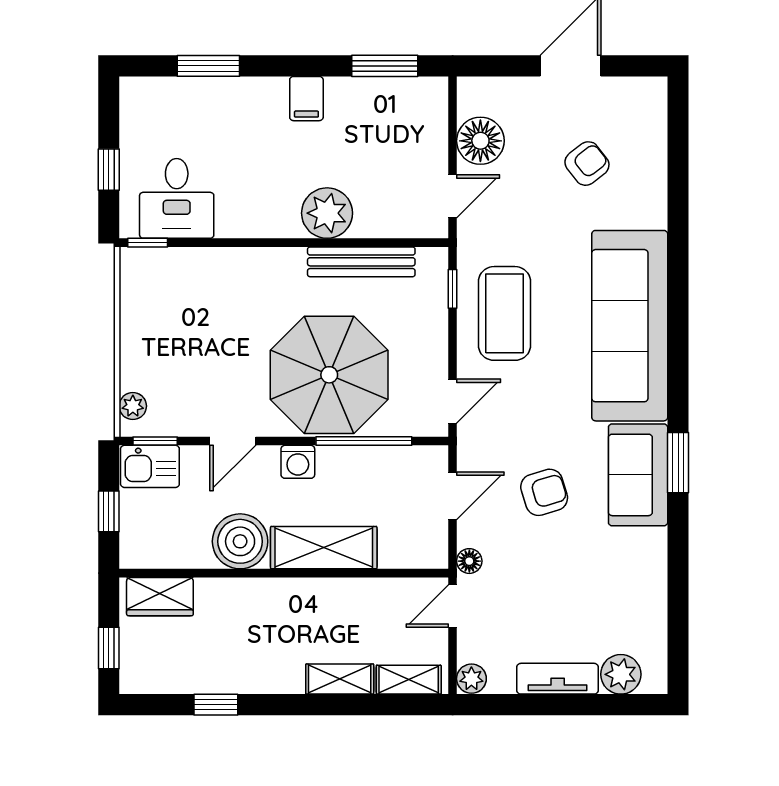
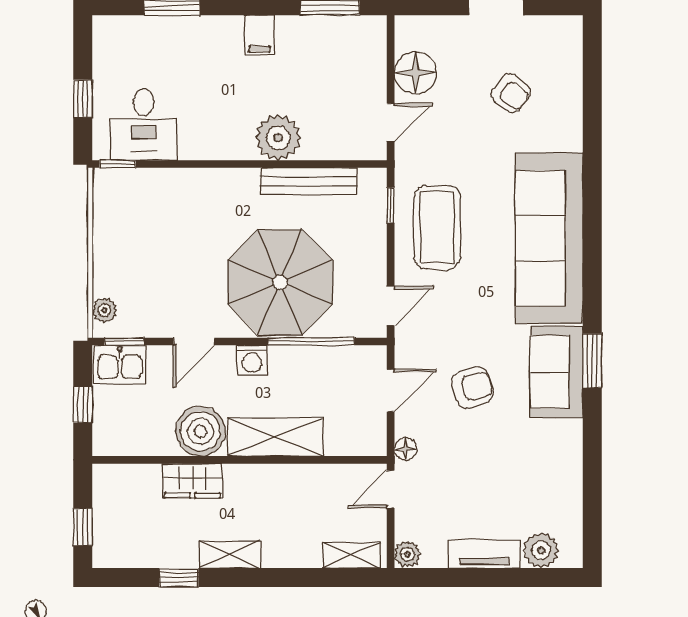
armchair: (587, 164) -> (511, 93), turned 76
wardrobe: (160, 597) -> (192, 481), moved
shelving: (340, 679) -> (230, 555), moved

